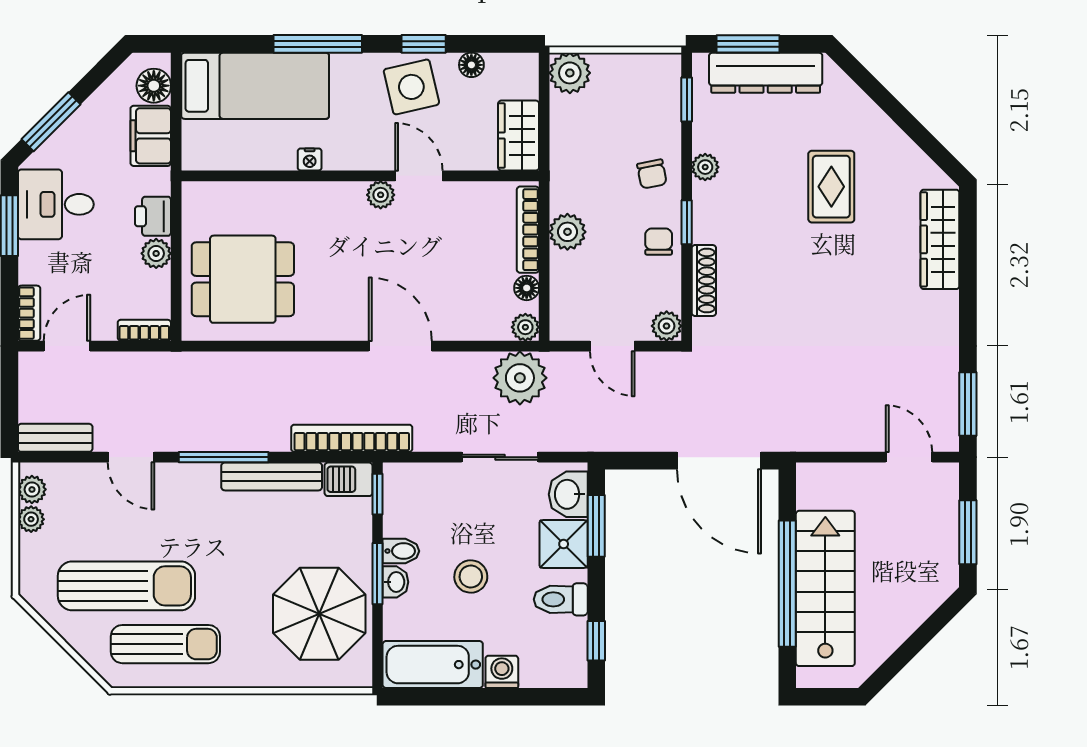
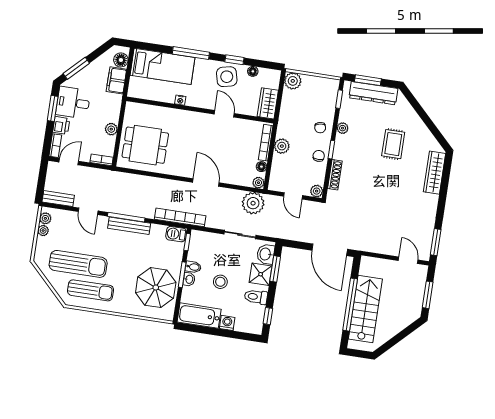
plant: (381, 195) -> (207, 119), removed
printer: (153, 216) -> (61, 125), moved, turned 180
bench: (272, 476) -> (129, 226), moved

